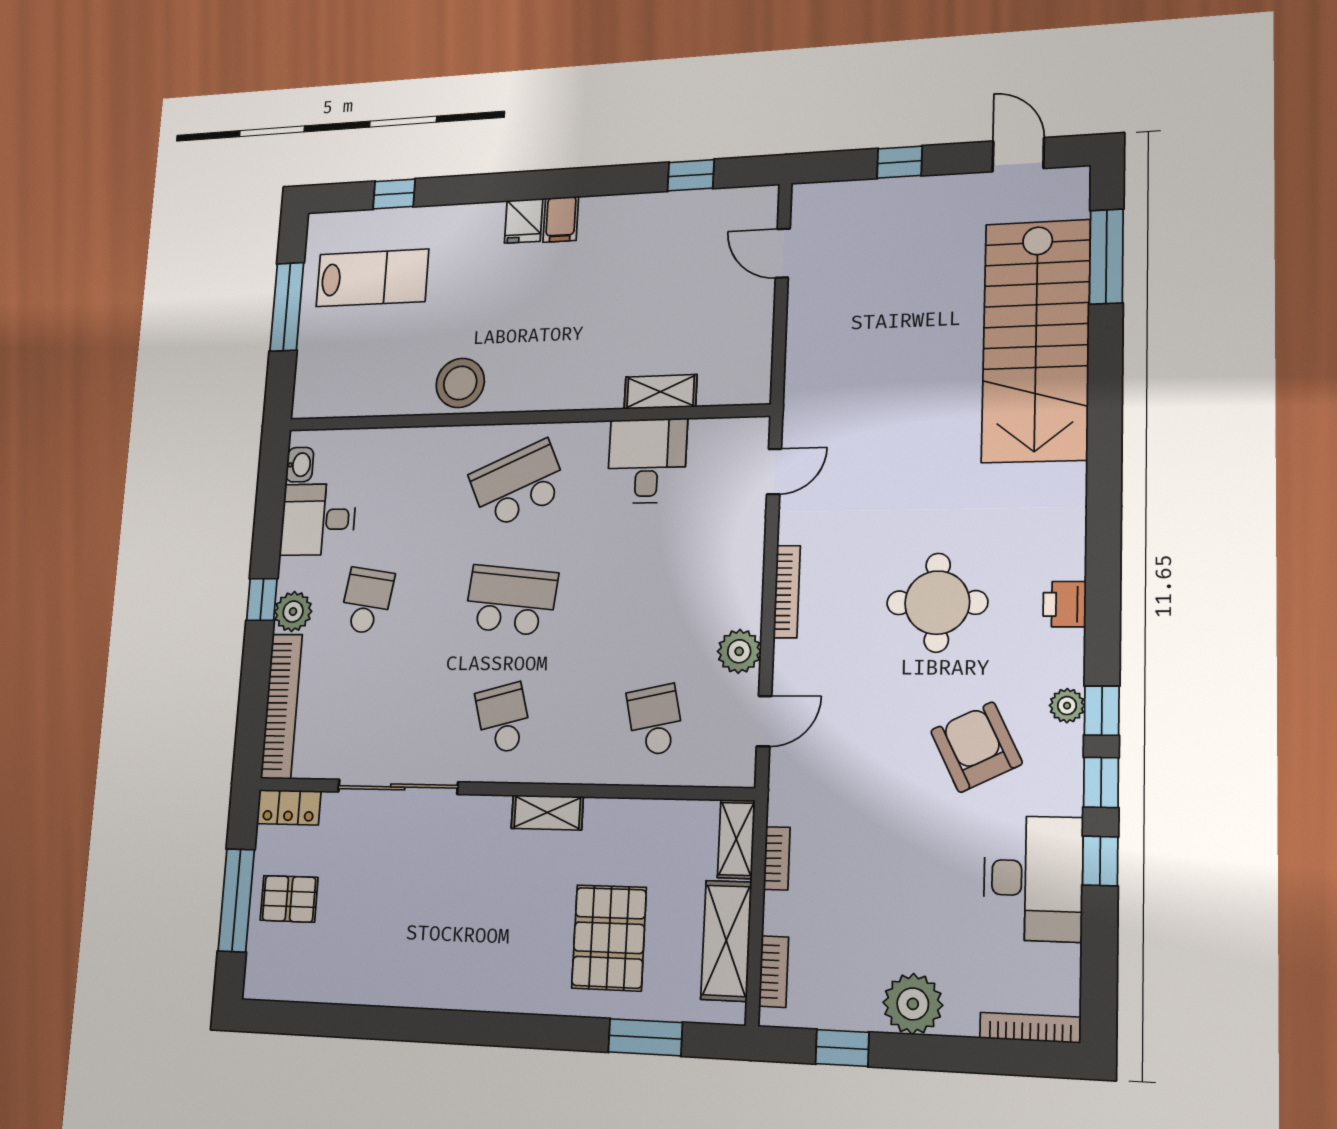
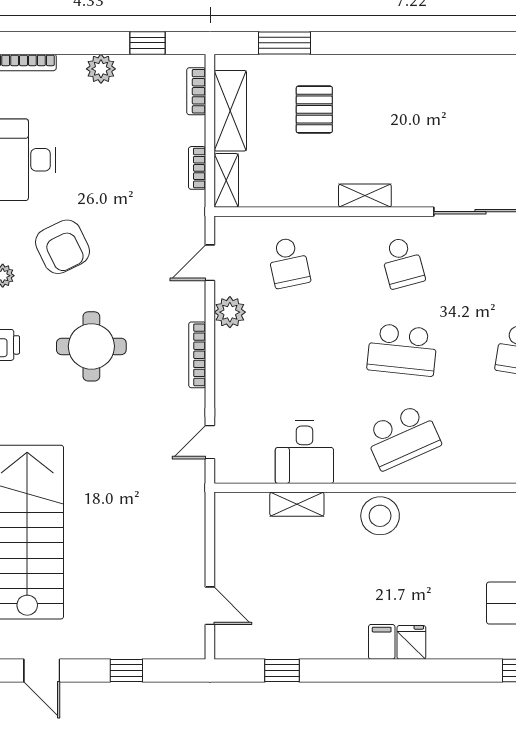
stool: (460, 383) -> (380, 516), moved
pallet: (609, 938) -> (314, 109), width x0.67, depth x0.71
plant: (913, 1004) -> (101, 69), width x0.73, depth x0.73

